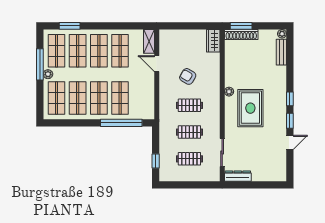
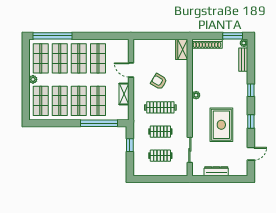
window: (70, 26) -> (52, 36), width x2.11
window: (241, 26) -> (233, 36), moved
shelving: (149, 41) -> (124, 94), moved
window: (40, 64) -> (26, 71), removed
window: (290, 99) -> (251, 90), moved
clothes rail: (189, 105) -> (160, 107), width x1.36
rug: (250, 108) -> (221, 125), moved
door: (290, 142) -> (251, 154), moved
window: (156, 161) -> (130, 145), moved
dresser: (238, 176) -> (216, 171), moved

